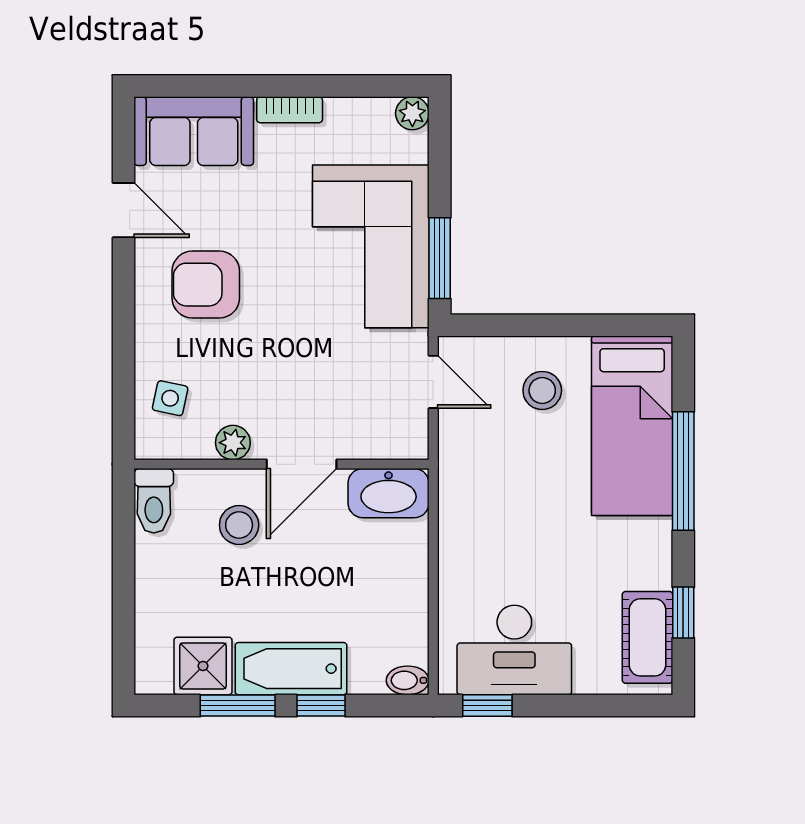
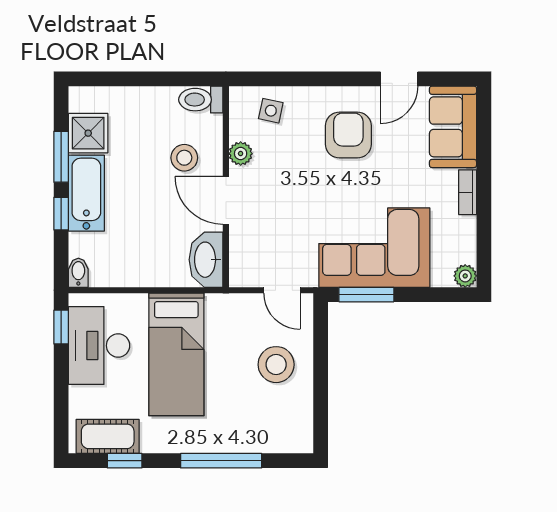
door: (433, 382) -> (282, 290), hinge flipped
stool: (542, 390) -> (276, 365), width x1.38, depth x1.38
bed: (632, 426) -> (176, 354), moved, turned -90

